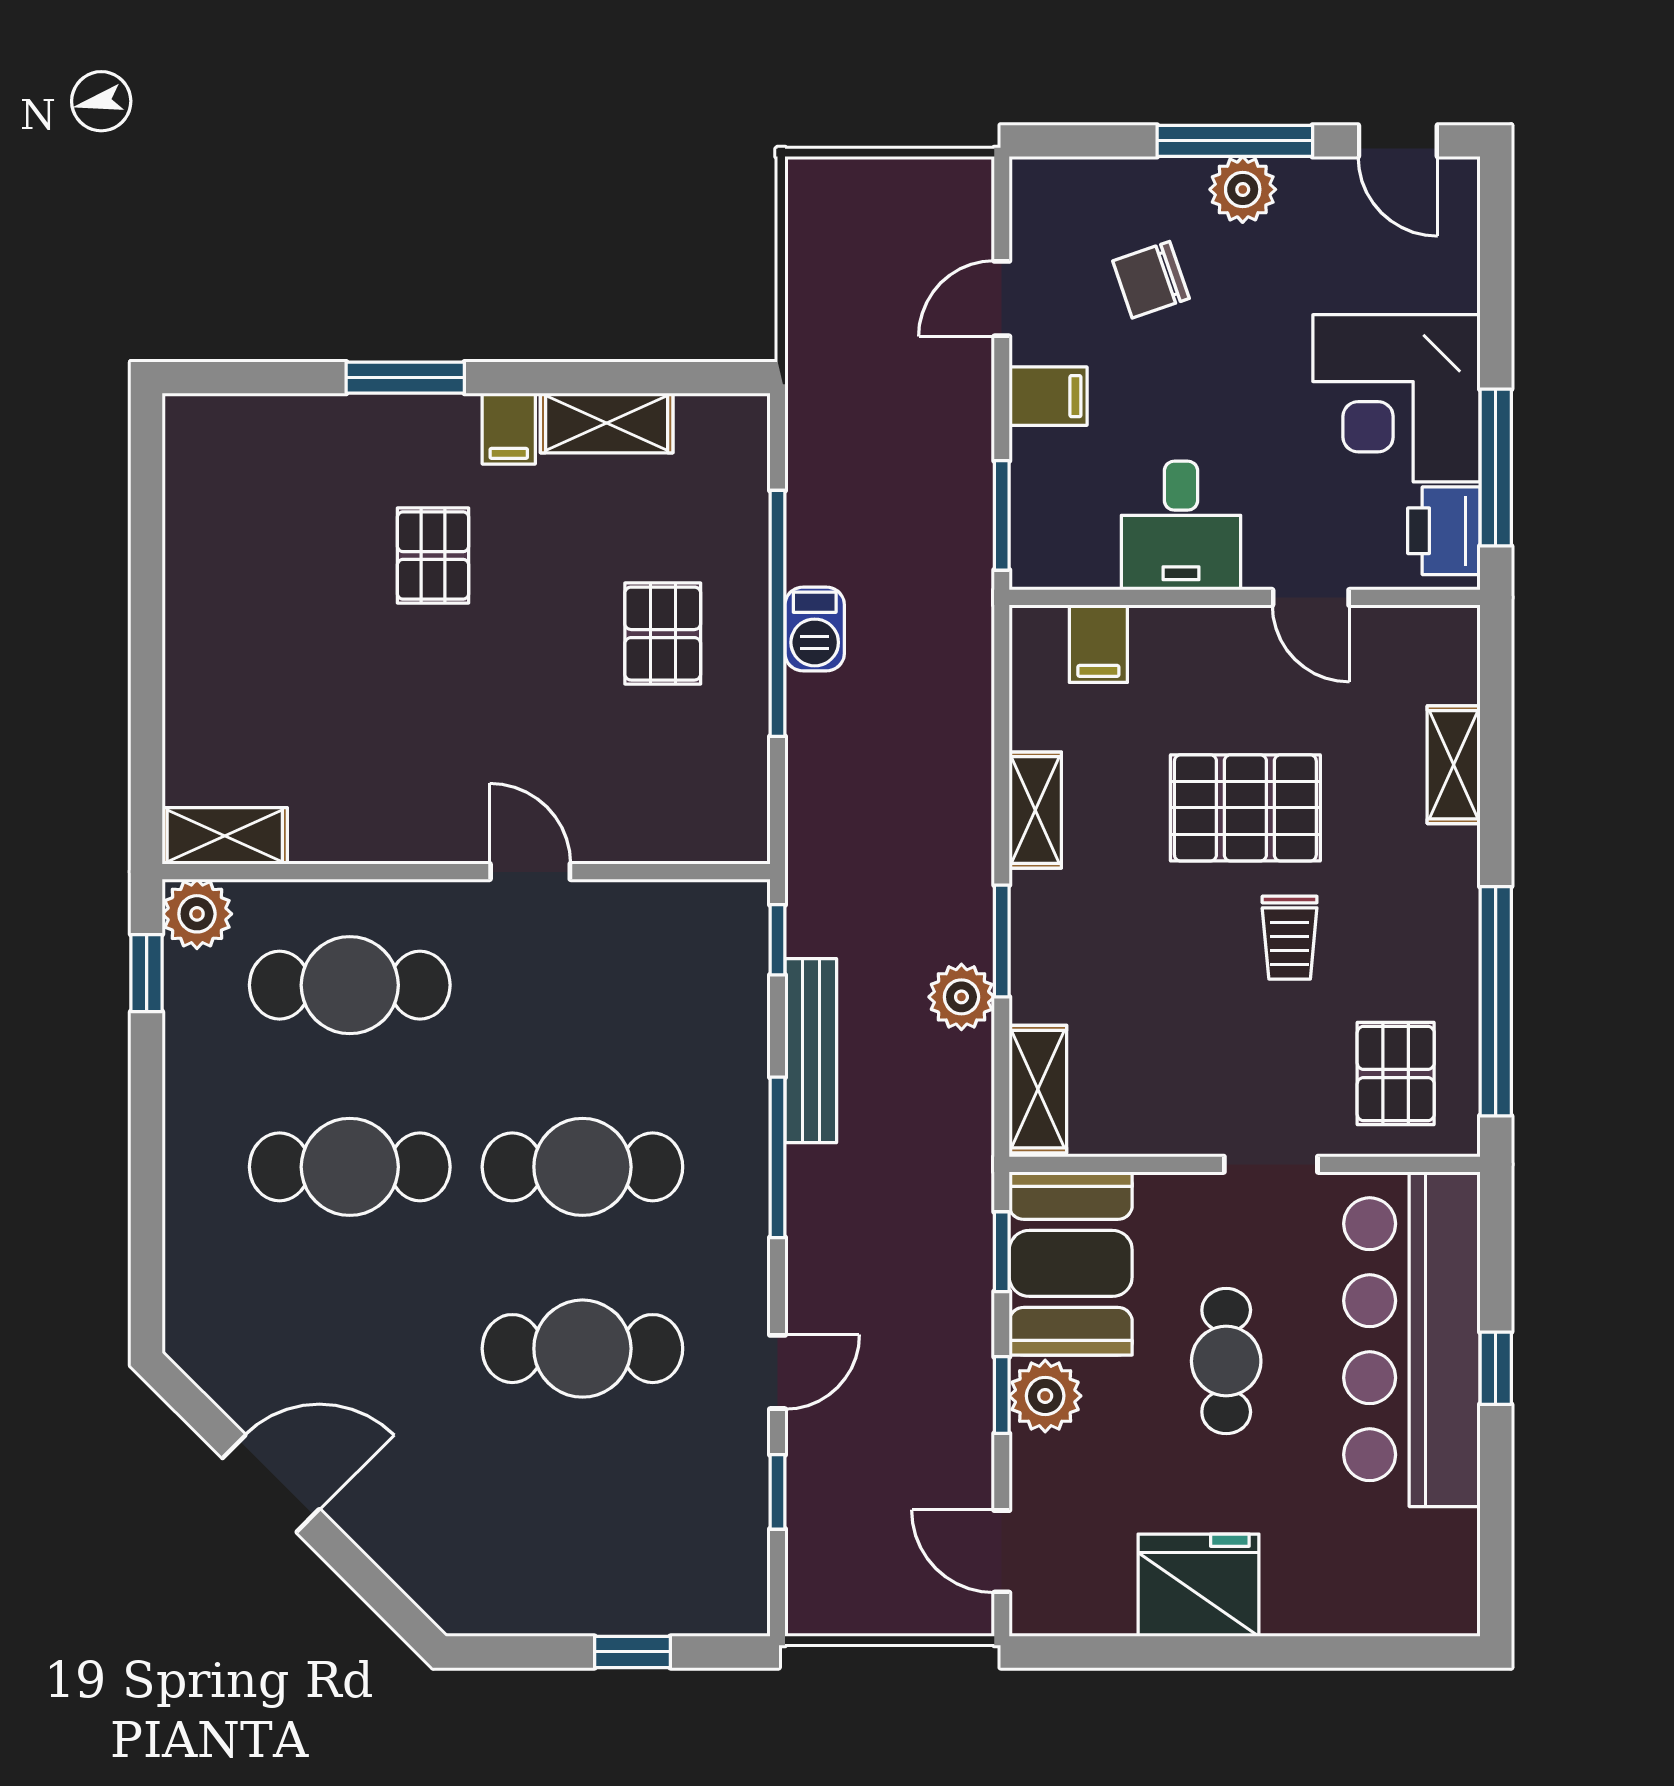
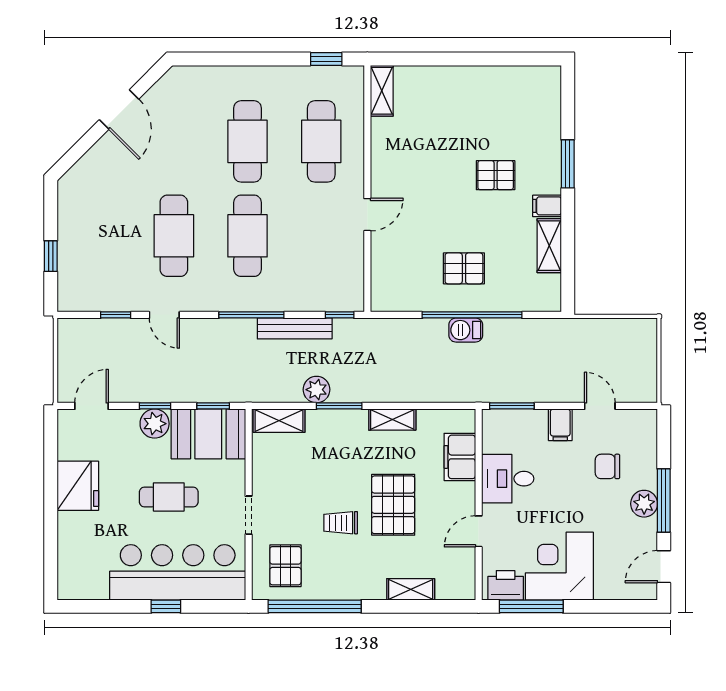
chair: (1151, 280) -> (607, 466), turned -71
filing cabinet: (1098, 644) -> (460, 457), width x2.00
plant: (197, 914) -> (350, 79), removed
pallet: (1396, 1073) -> (285, 566), turned 90

